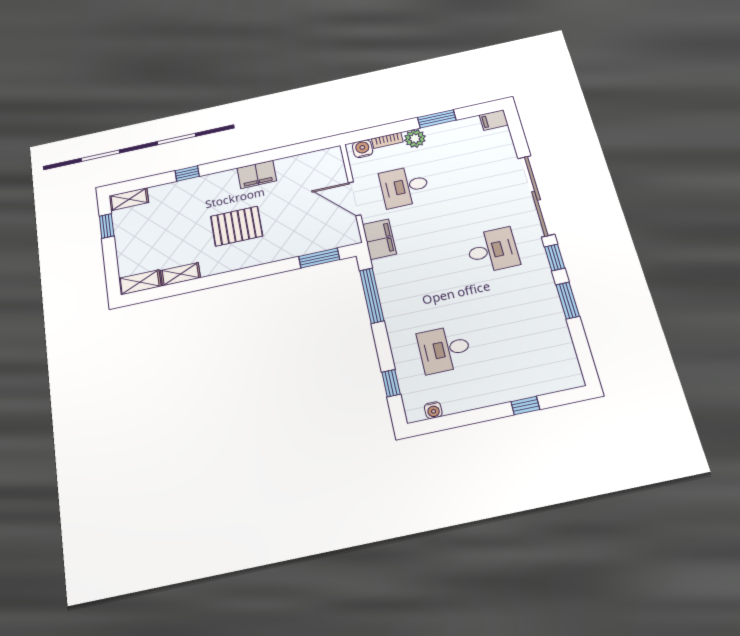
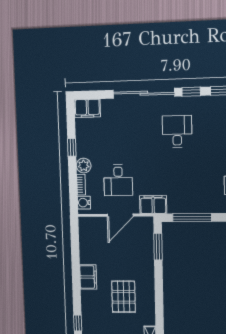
window: (437, 119) -> (72, 147), width x0.67
filing cabinet: (494, 120) -> (87, 108), width x2.00

